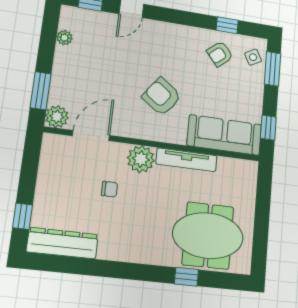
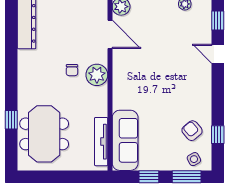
armchair: (162, 97) -> (149, 86), removed
window: (268, 128) -> (149, 177), moved
tv unit: (187, 160) -> (101, 142), moved
chair: (110, 189) -> (72, 70), moved

